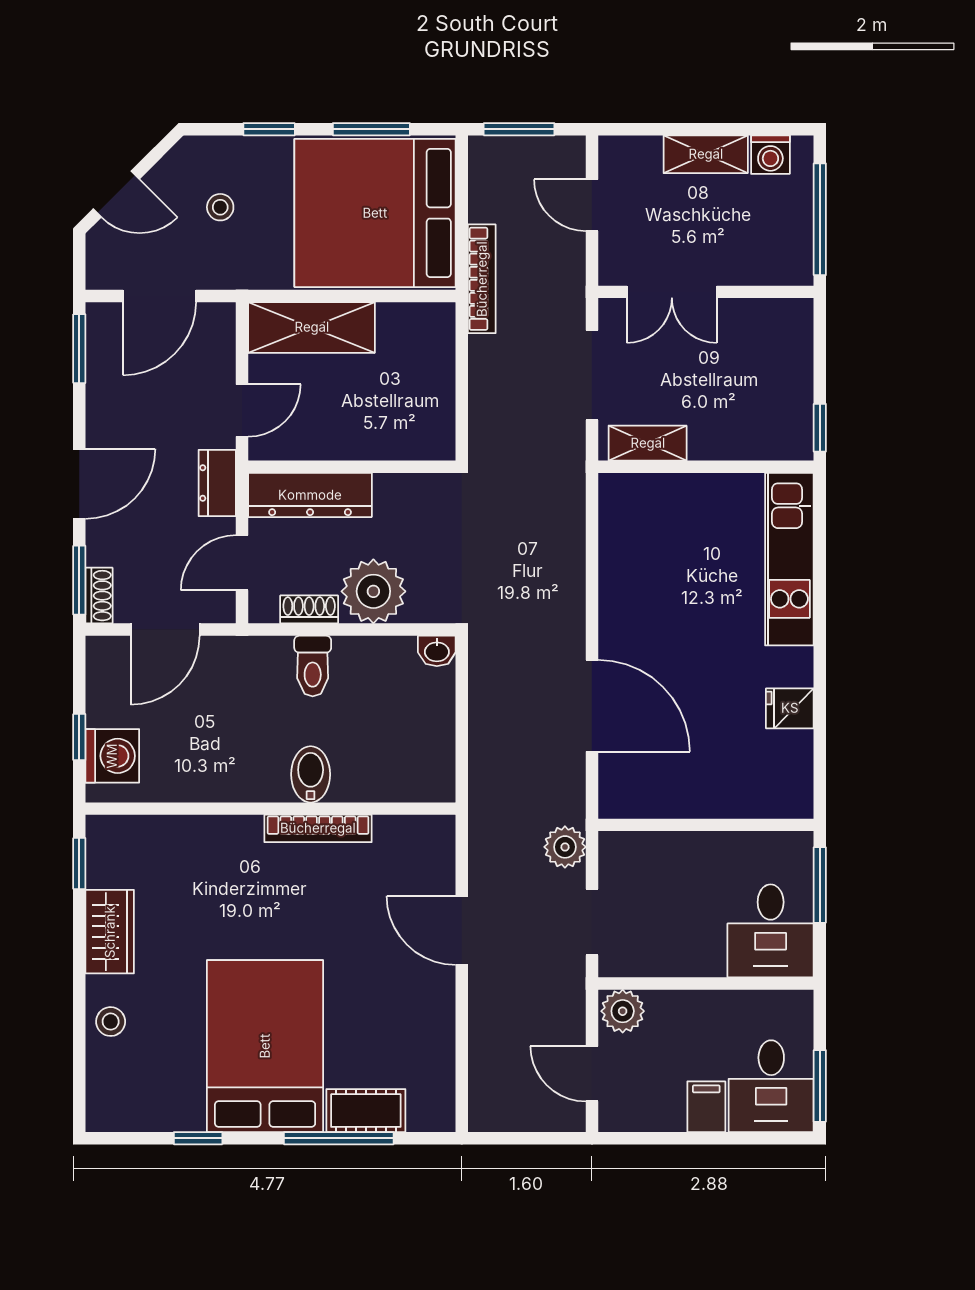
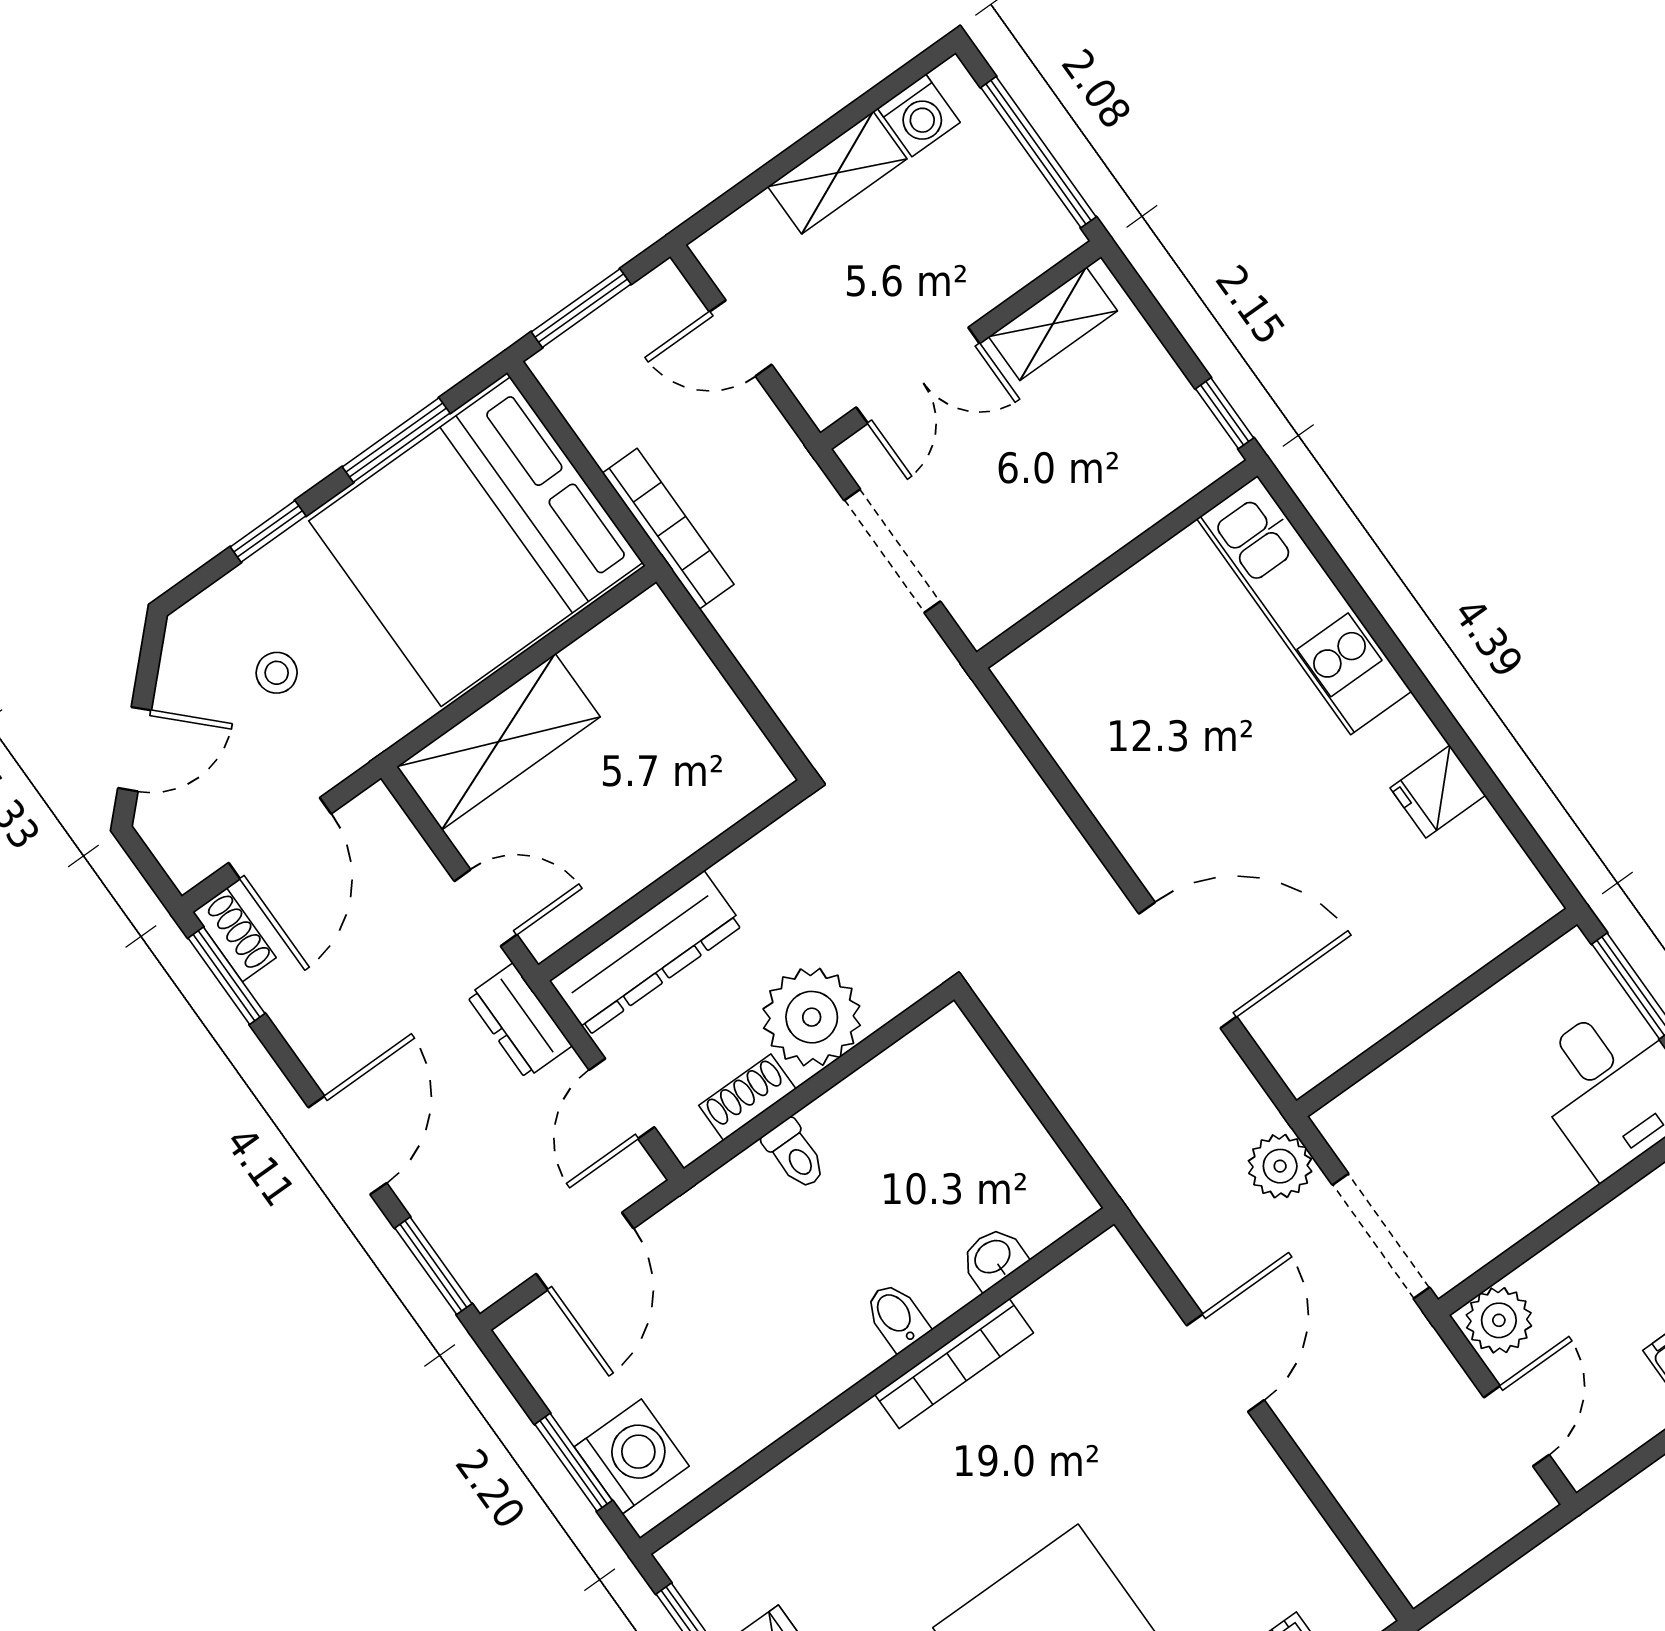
door: (242, 411) -> (486, 908), hinge flipped
shelving: (648, 443) -> (1053, 324), moved
shoe rack: (99, 596) -> (234, 935), moved
washbasin: (437, 651) -> (993, 1258), moved, turned 180
toilet: (313, 666) -> (795, 1154), width x0.73, depth x0.72
window: (79, 737) -> (574, 1462), width x1.50
bidet: (311, 774) -> (896, 1317), width x0.72, depth x0.74
doorway: (592, 922) -> (1381, 1236), width x1.38
door: (462, 930) -> (1225, 1363), swing flipped
door: (592, 1074) -> (1516, 1426), swing flipped

